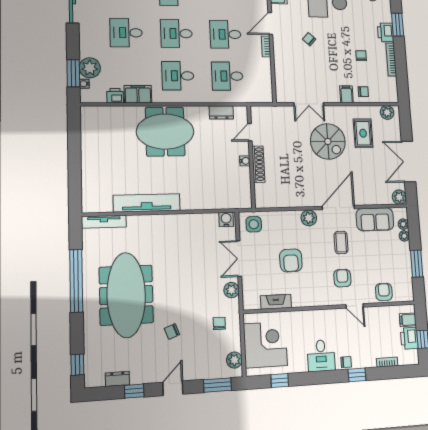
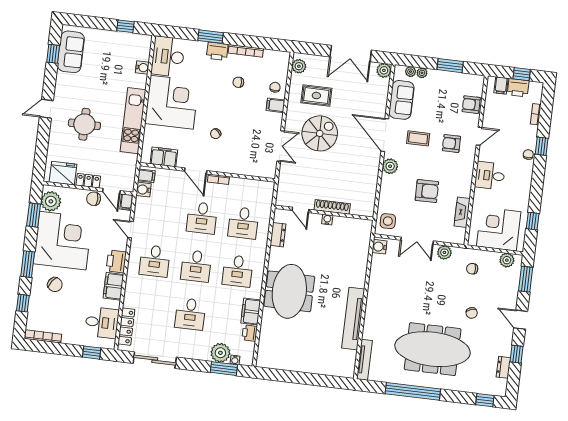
desk: (321, 356) -> (490, 176), moved, turned 180

